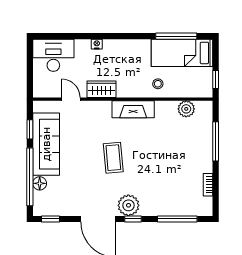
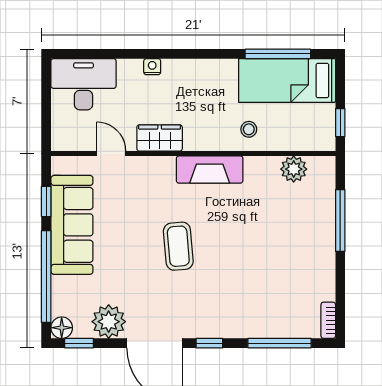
floor lamp: (40, 183) -> (62, 328), moved
bookcase: (208, 185) -> (328, 320), moved
plant: (128, 205) -> (109, 322), moved

